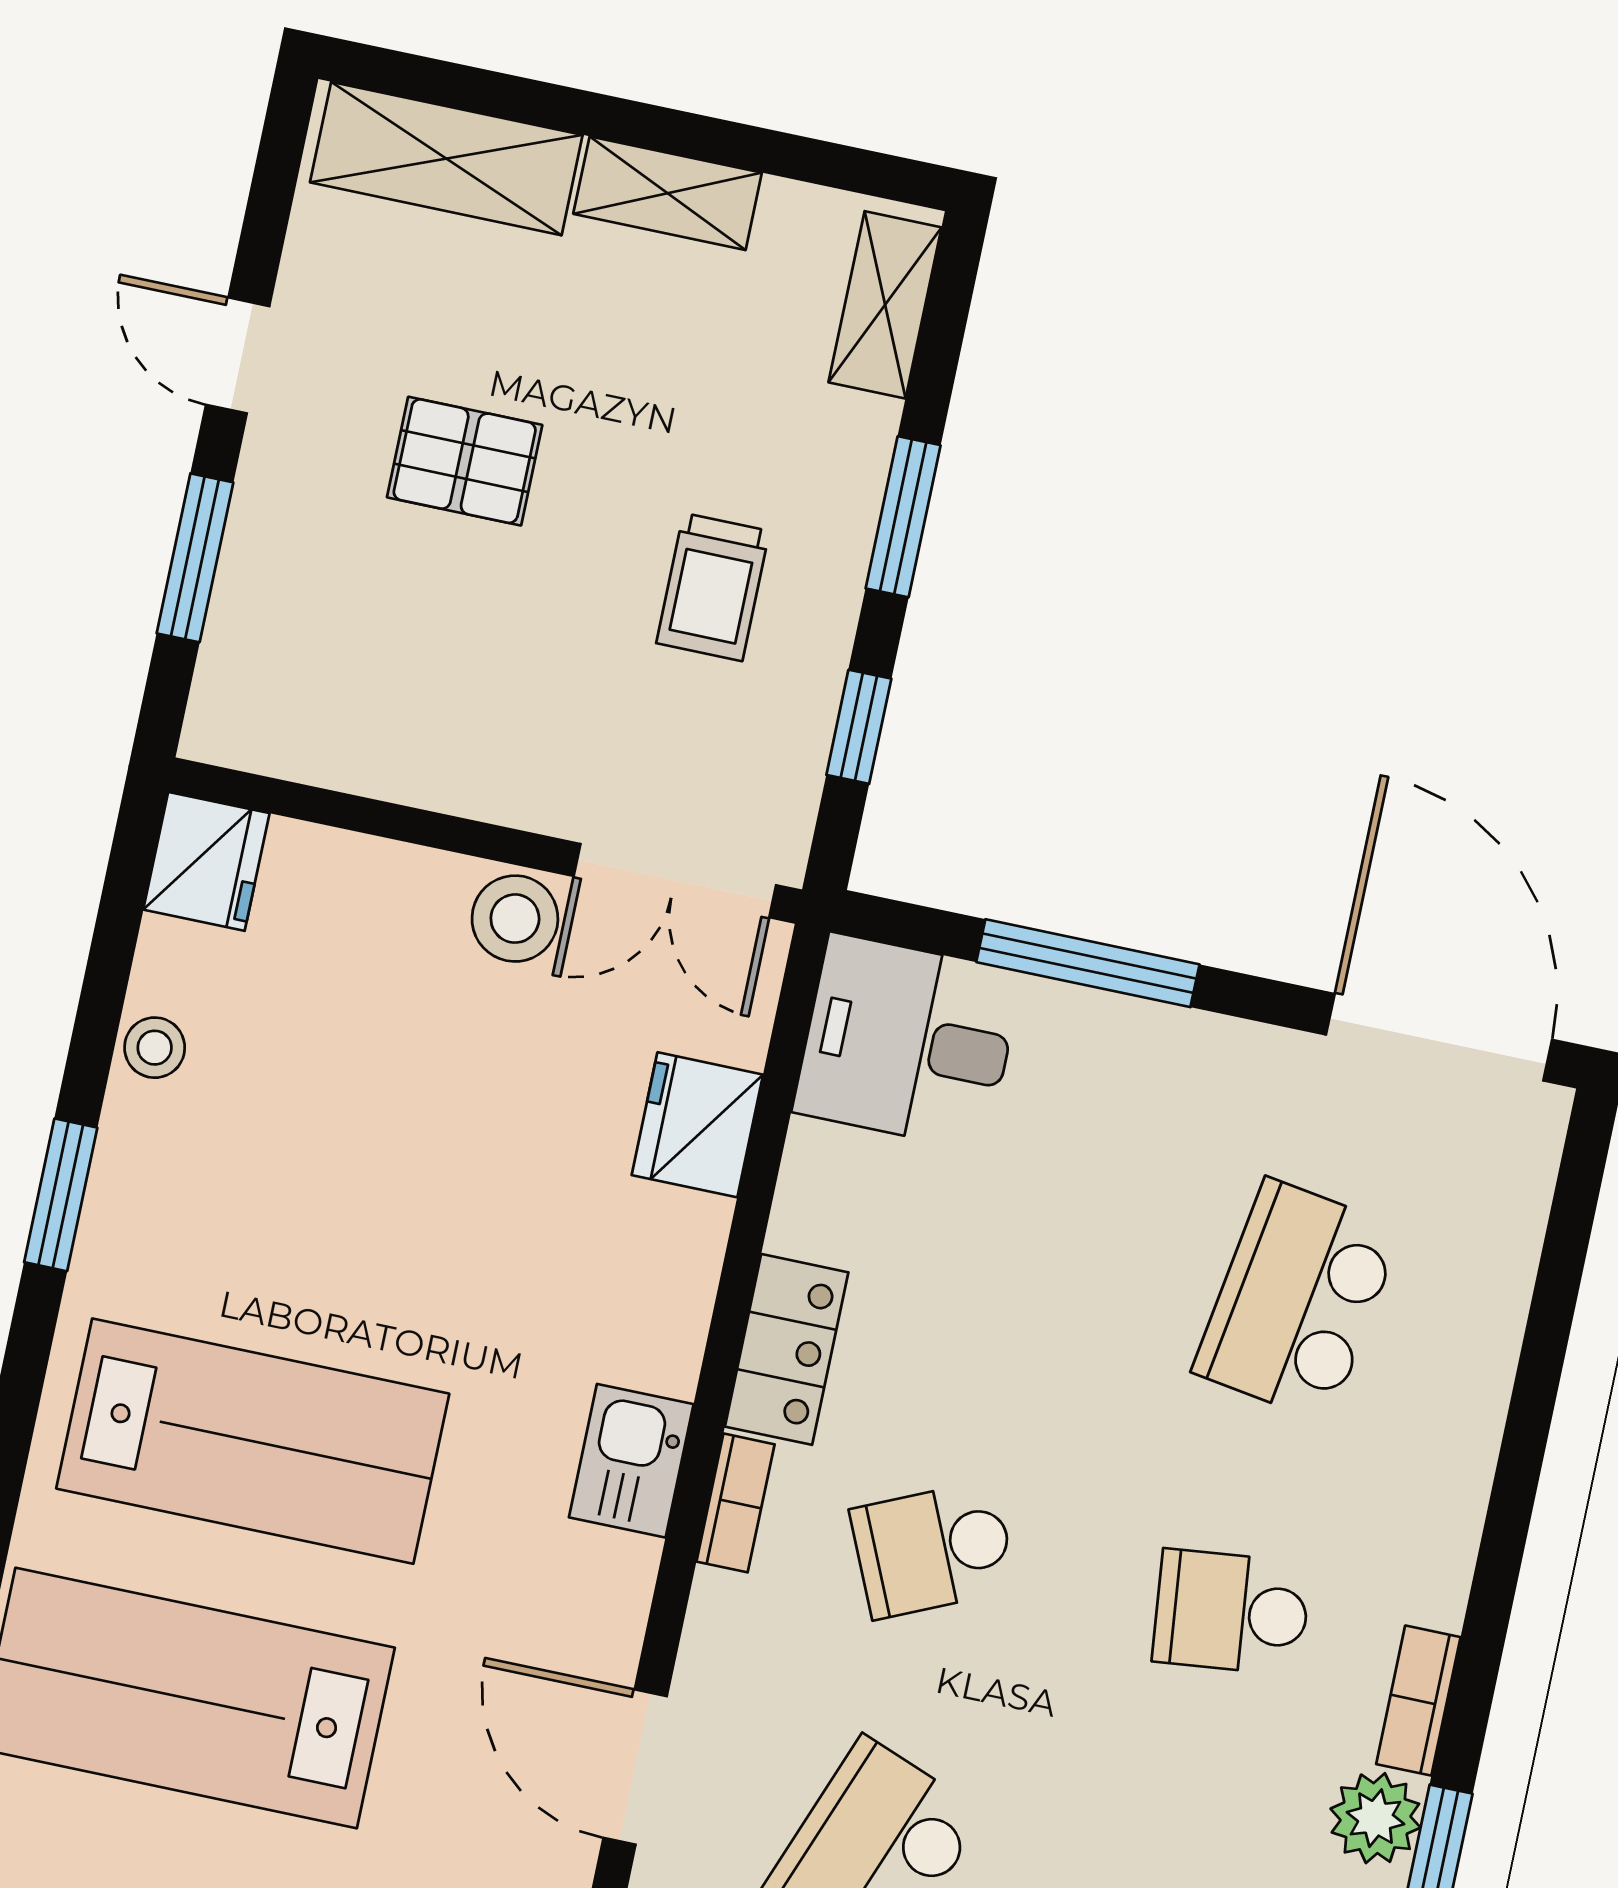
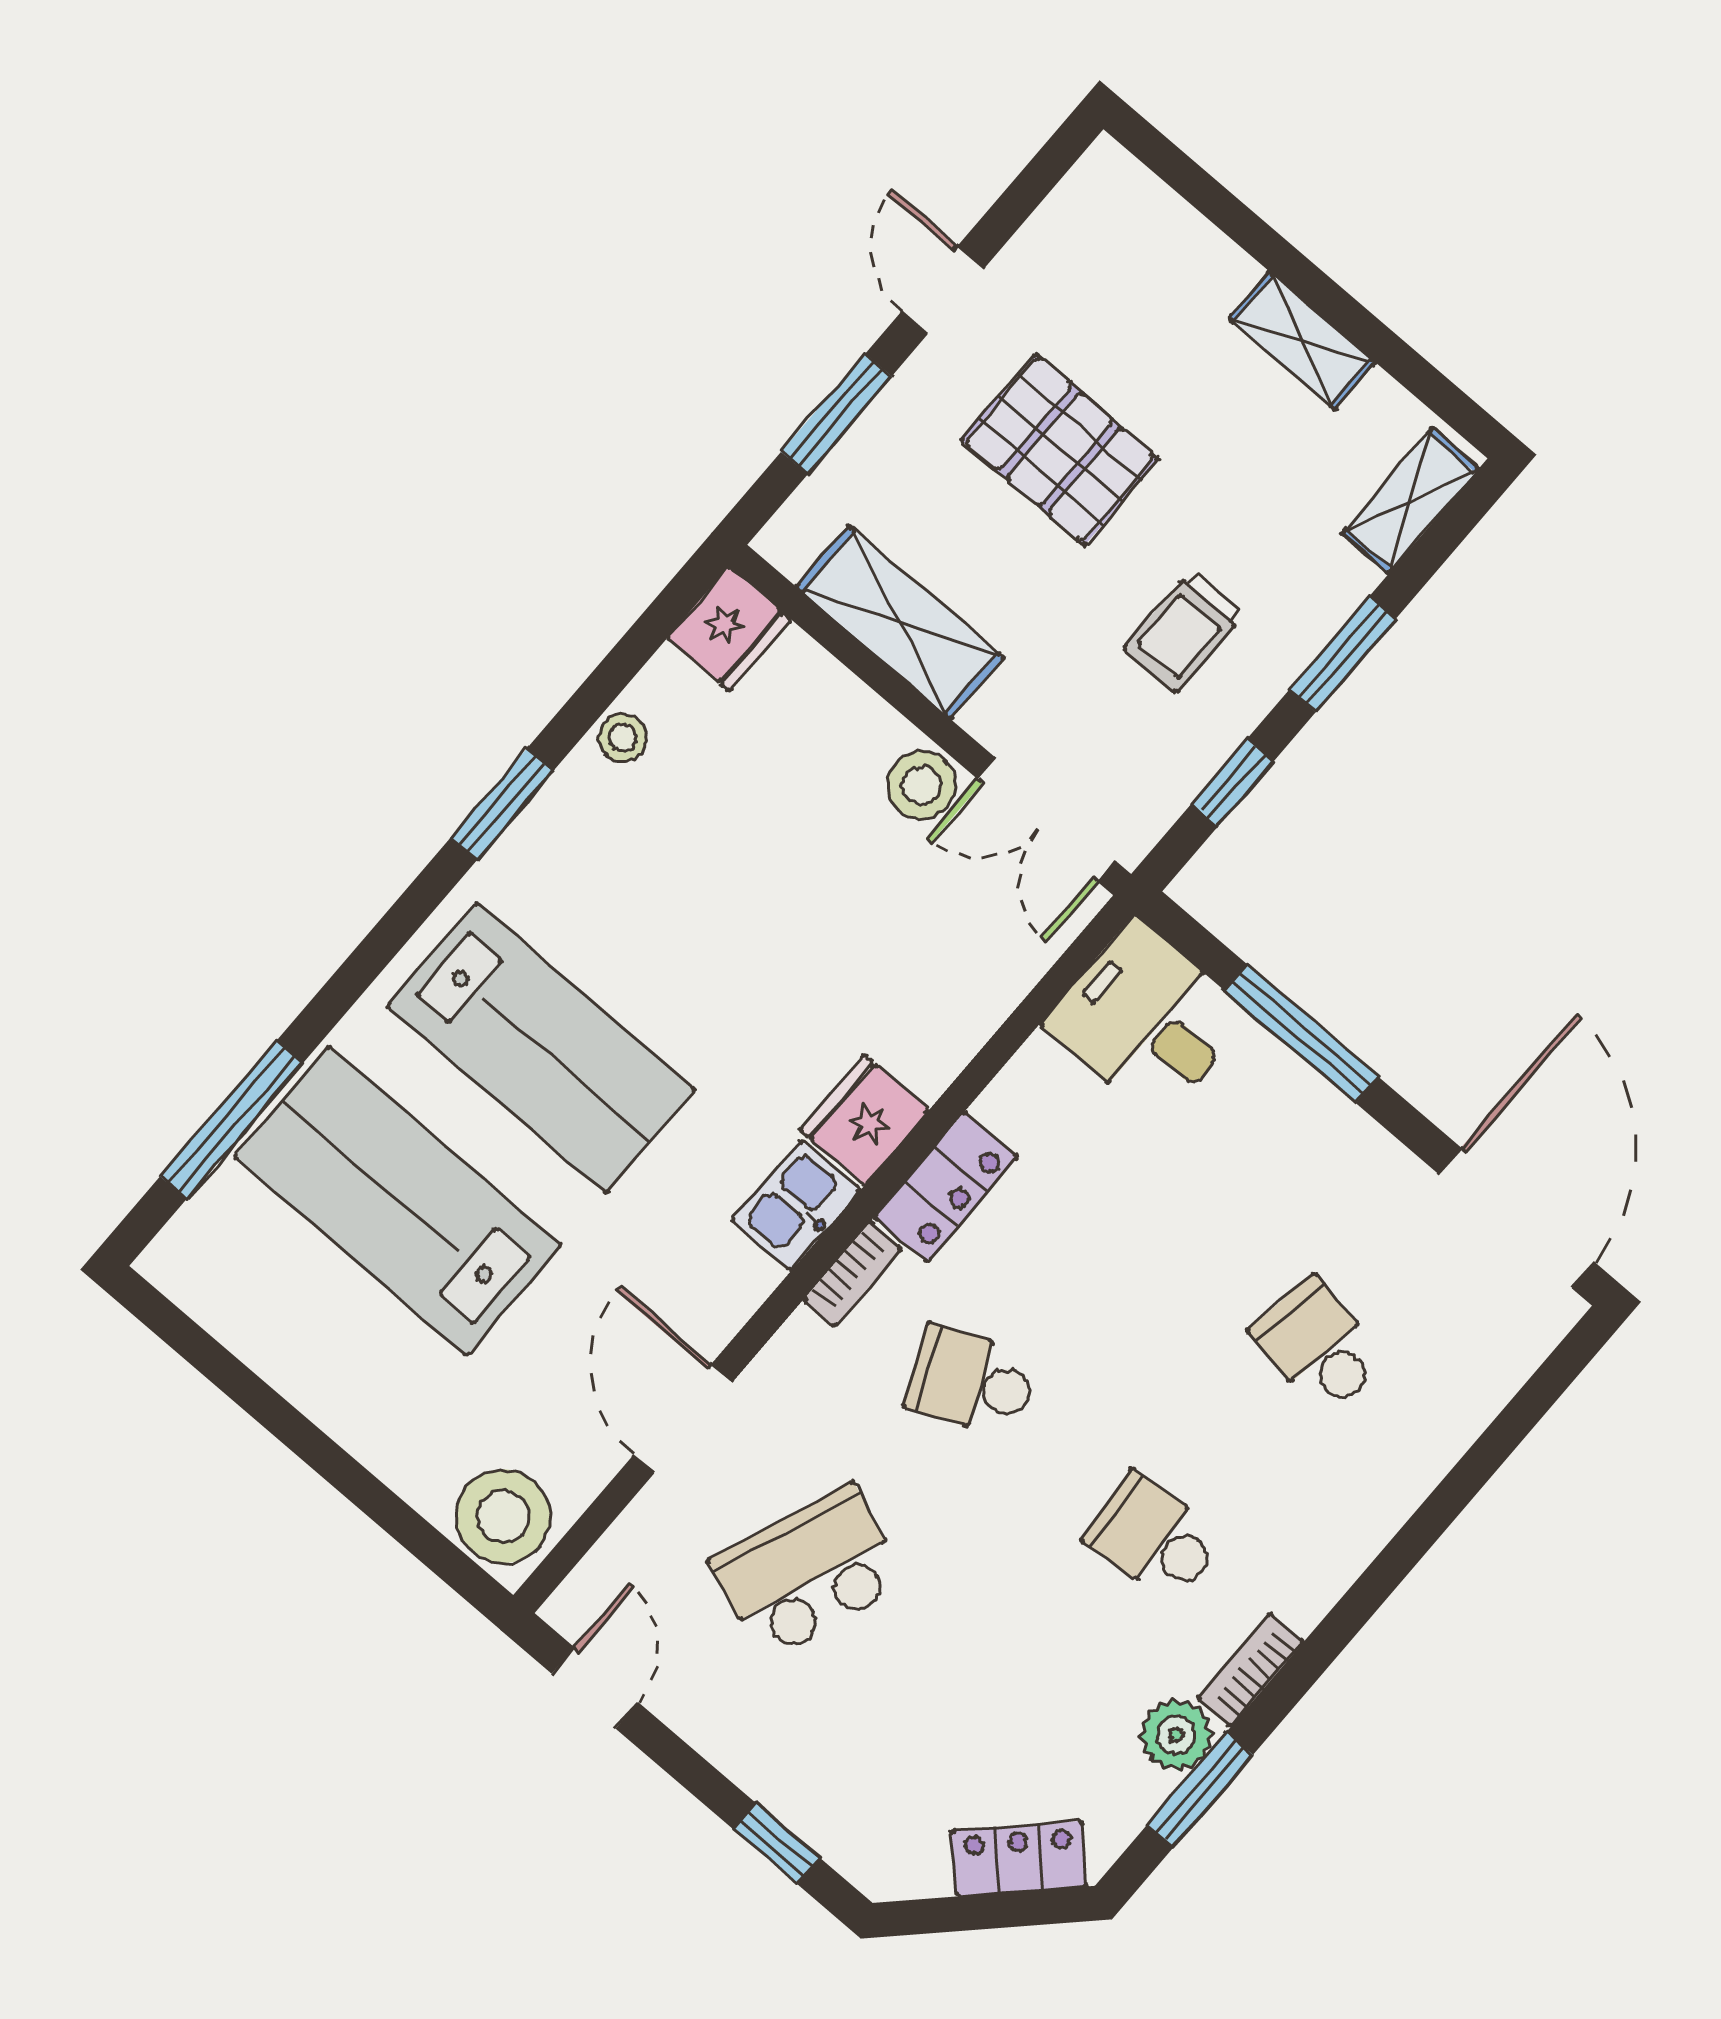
shelving: (446, 159) -> (900, 622), moved
pallet: (465, 461) -> (1060, 449), width x1.50, depth x1.42
fridge: (697, 1125) -> (864, 1120), moved
school desk: (1297, 1300) -> (1318, 1347), width x0.54

